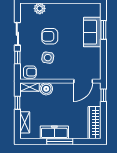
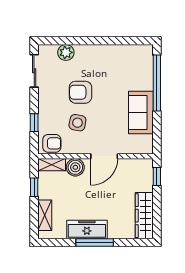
window: (103, 30) -> (157, 83), width x2.11
sofa: (92, 32) -> (141, 113), moved
sliding door: (17, 34) -> (34, 71), moved
door: (83, 81) -> (104, 156), moved

